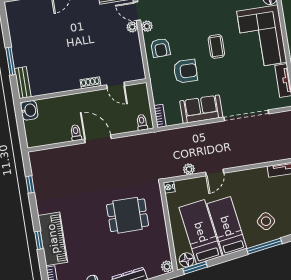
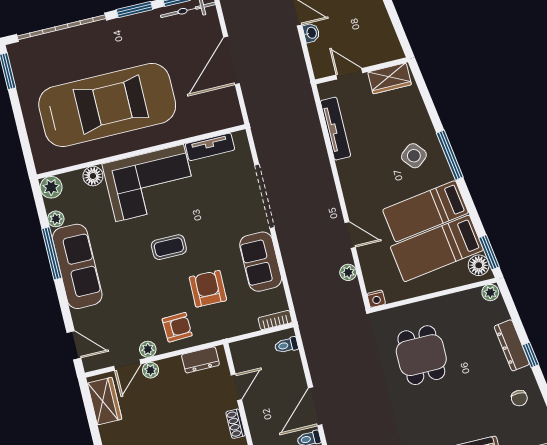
dresser: (137, 62) -> (200, 360), added

